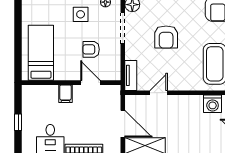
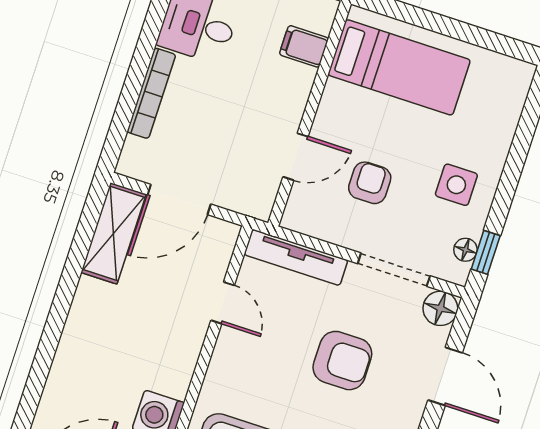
armchair: (166, 37) -> (342, 361), turned 180
tv unit: (131, 75) -> (296, 257), width x1.41
filing cabinet: (65, 94) -> (304, 46), moved

